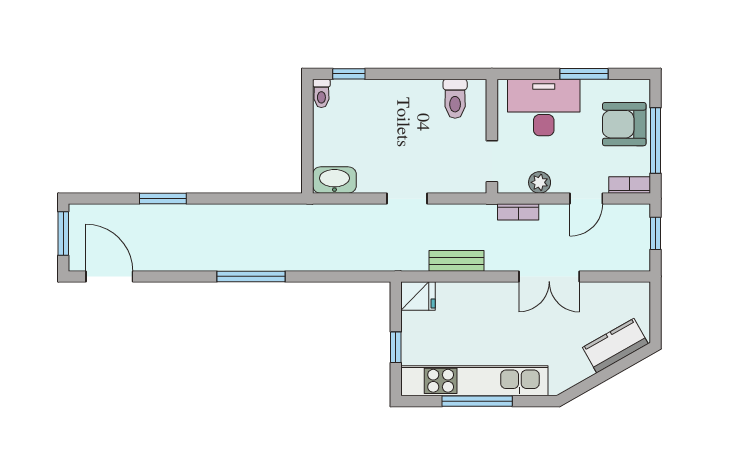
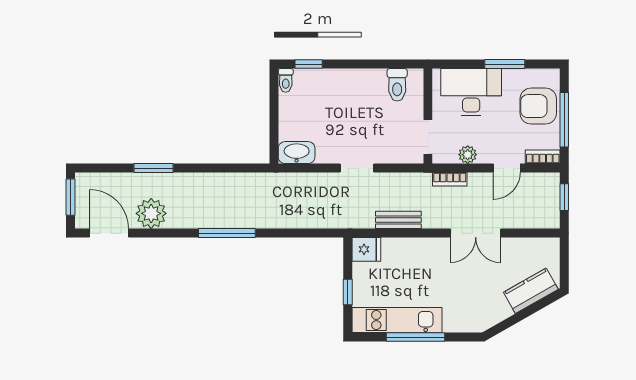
plant: (160, 253) -> (151, 213), added
kitchen unit: (474, 381) -> (397, 320), width x0.73

